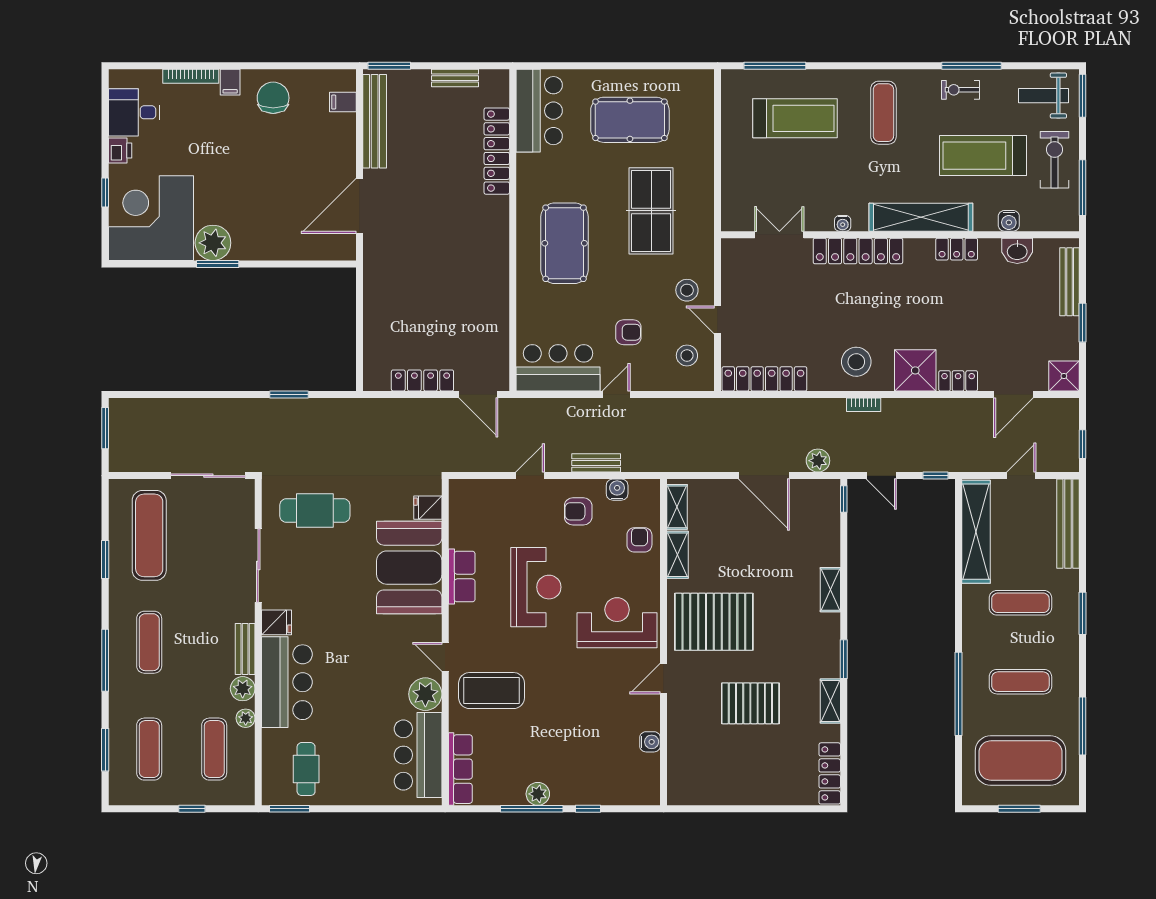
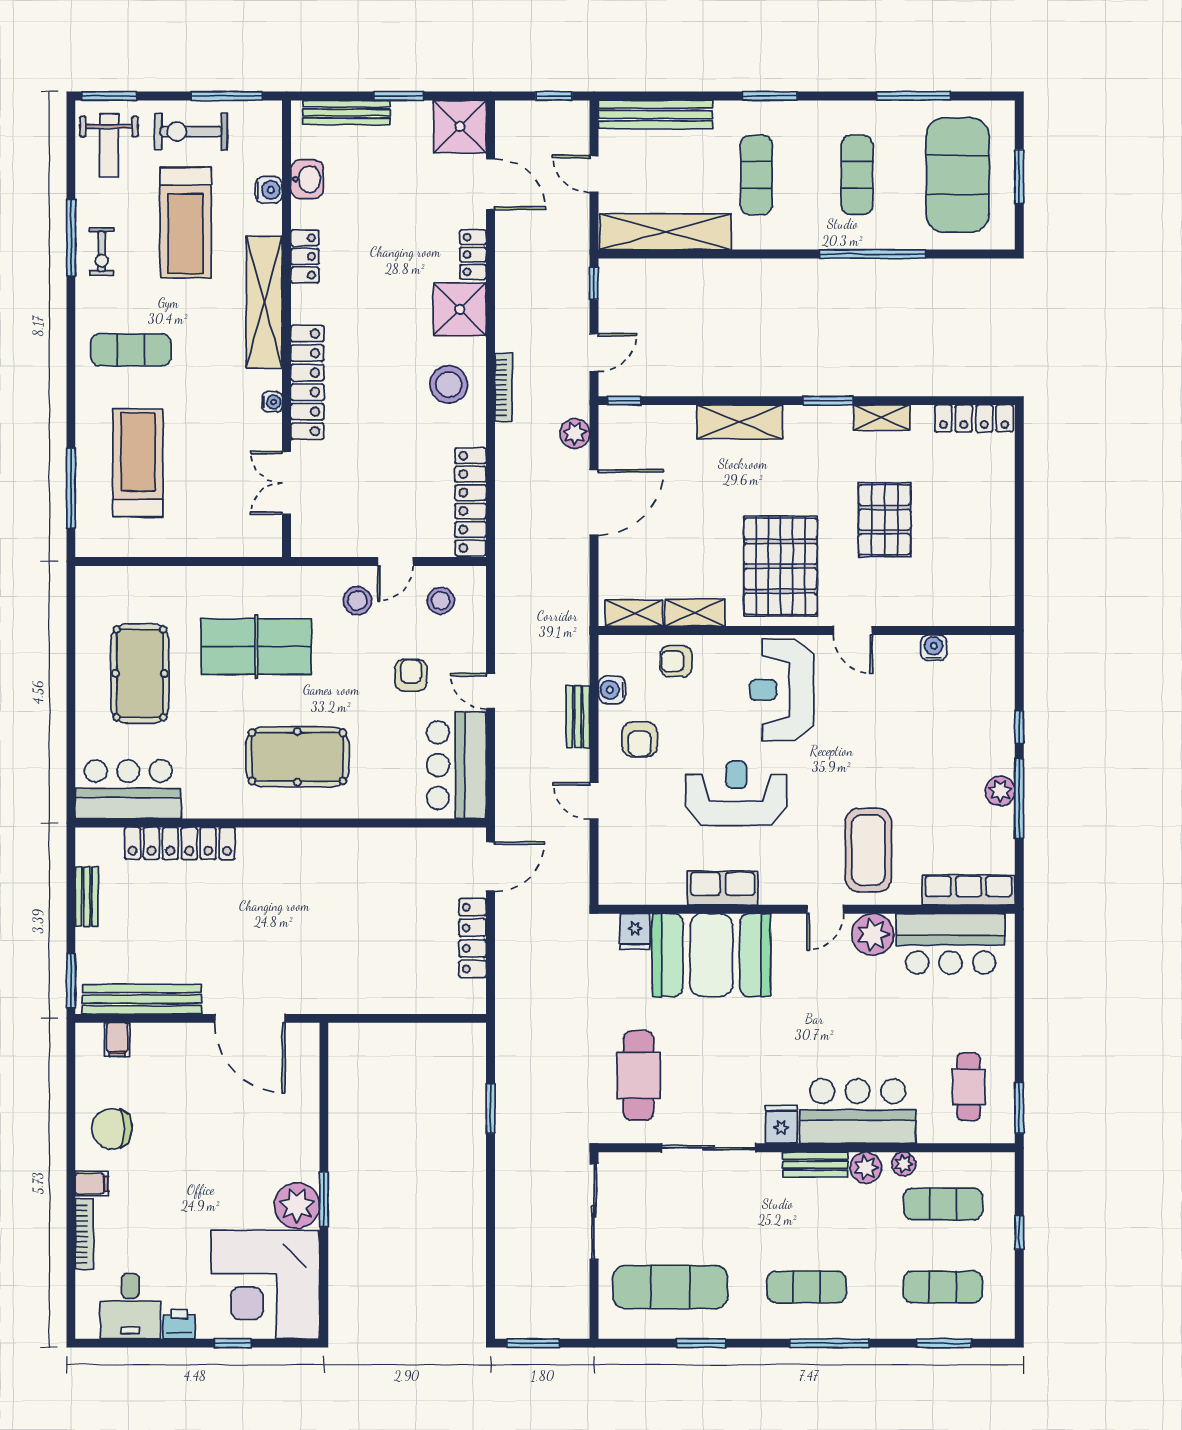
shower: (1064, 376) -> (460, 127), width x1.36, depth x1.36
bookcase: (864, 405) -> (504, 387), width x1.56
shelving: (830, 590) -> (740, 422), width x1.50, depth x1.33
cafe table: (306, 769) -> (969, 1087), turned 90

